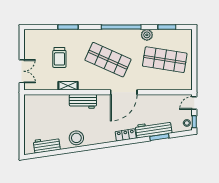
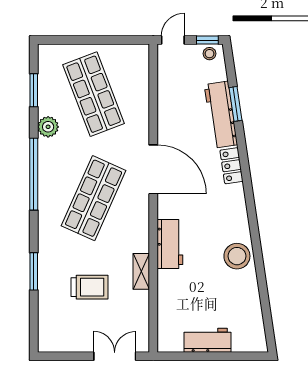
shop shelf: (165, 60) -> (94, 94), turned -30
door: (194, 103) -> (173, 40), swing flipped
workbench: (47, 145) -> (207, 340), moved, turned 98

